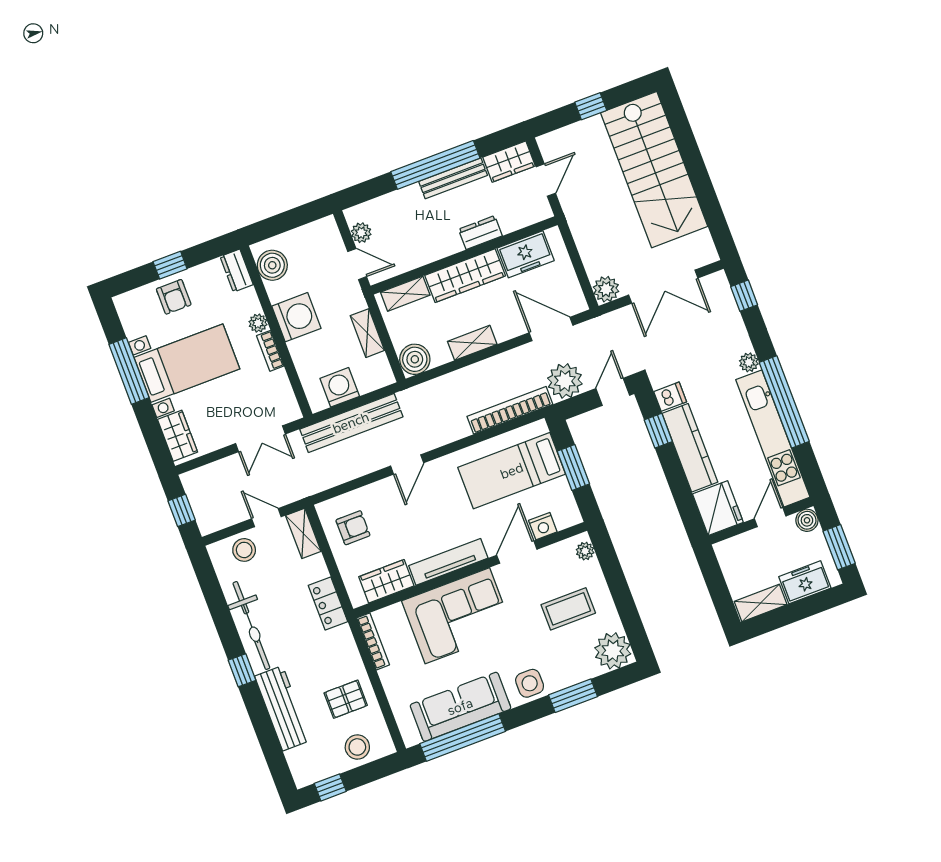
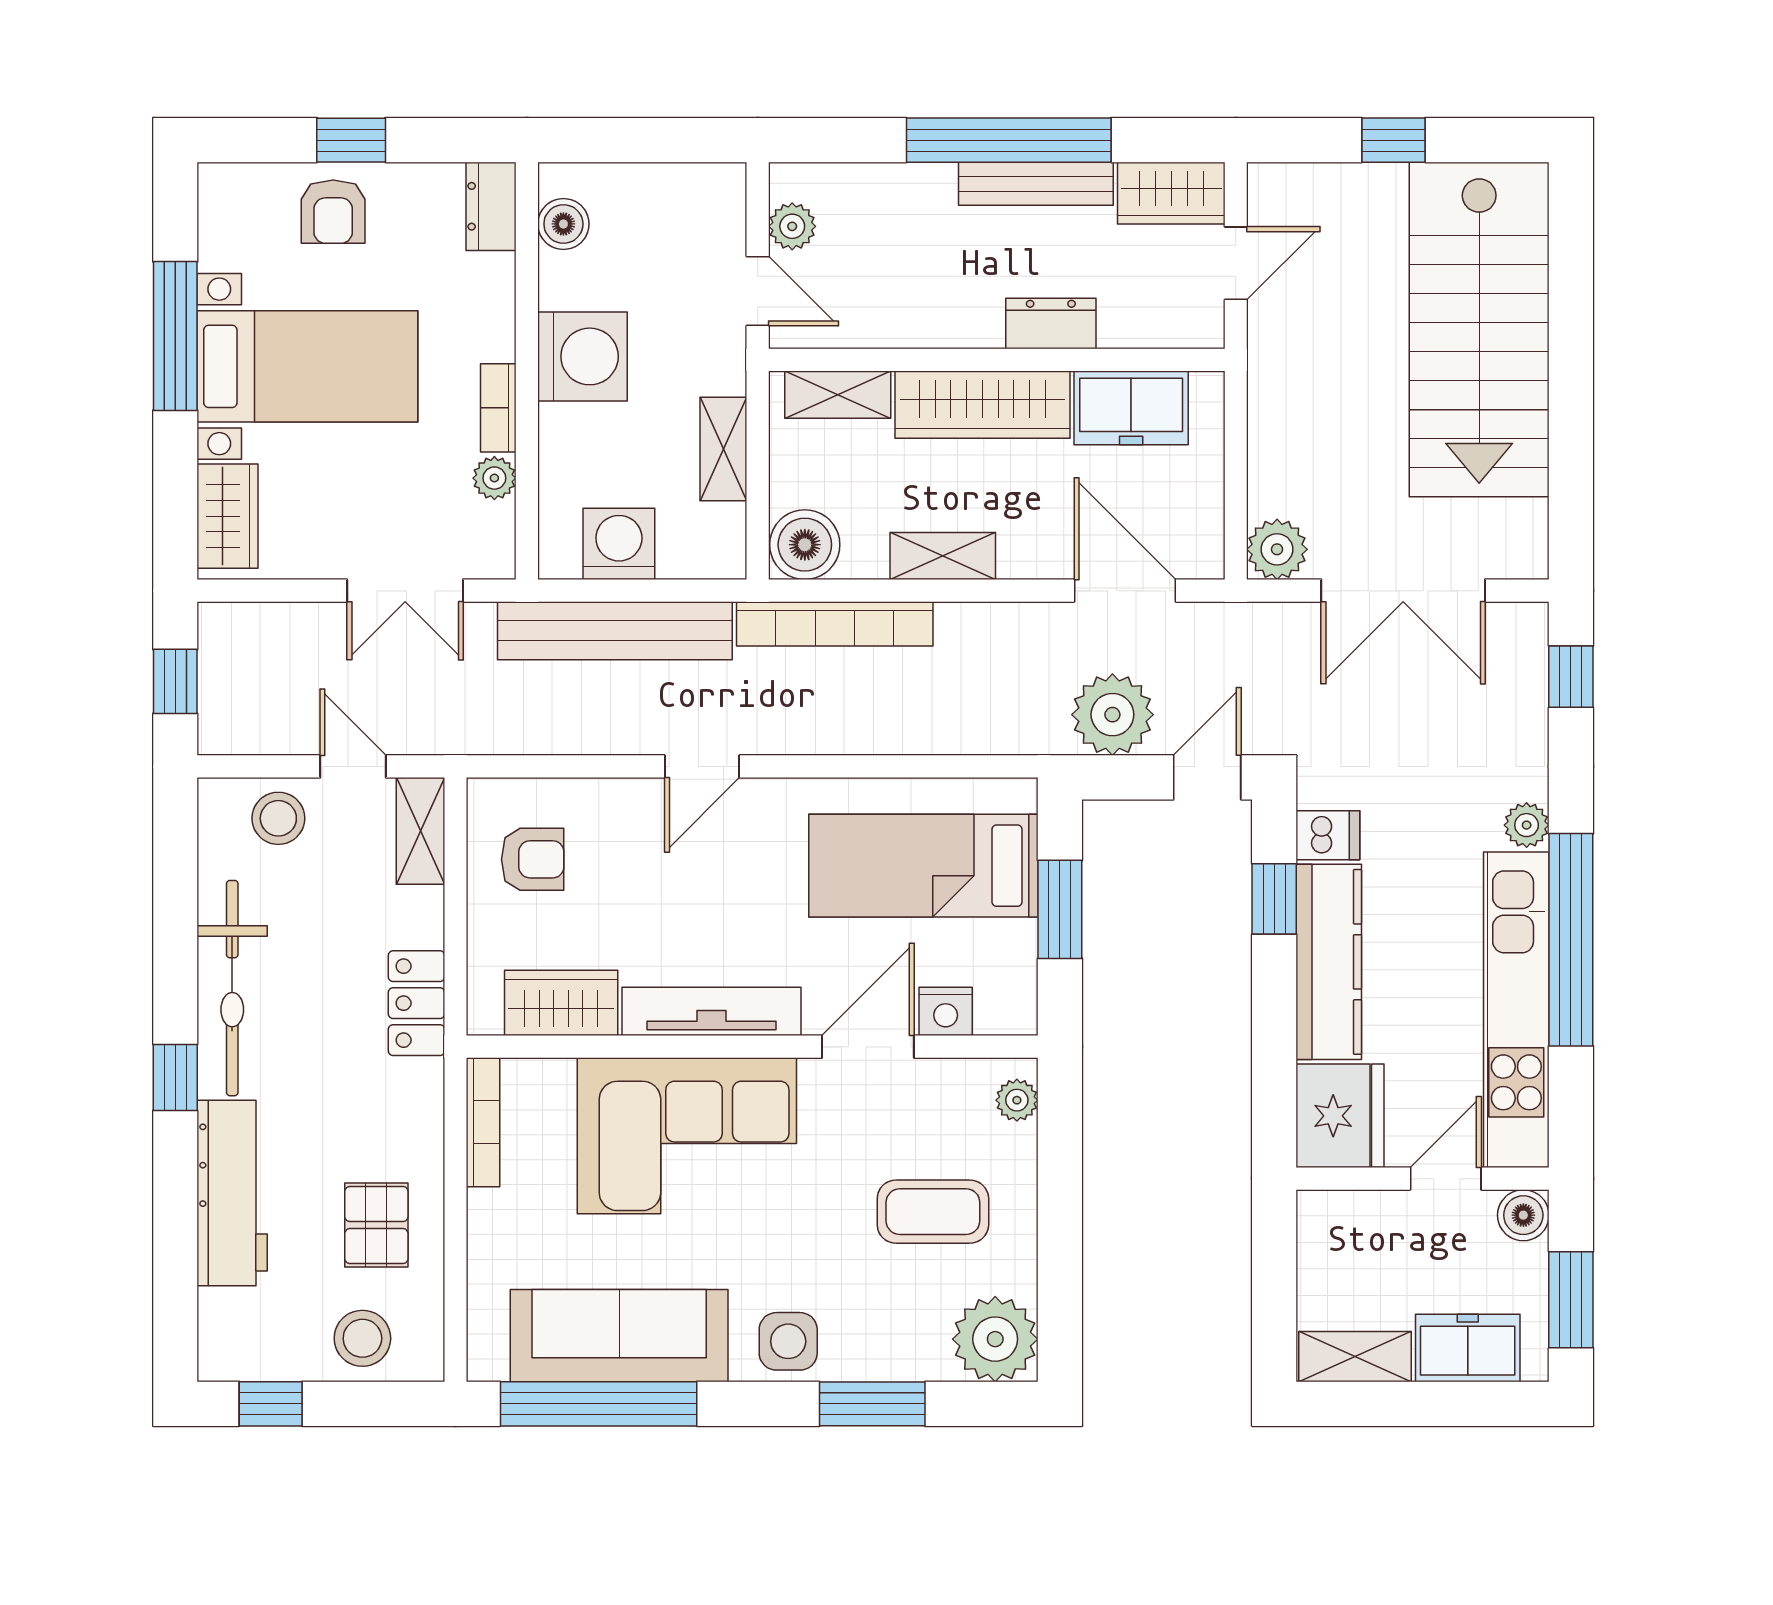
boiler: (272, 265) -> (563, 224), width x0.73, depth x0.73
plant: (258, 323) -> (494, 478), moved
bookcase: (510, 410) -> (835, 624), moved, turned 180
pallet: (346, 699) -> (376, 1225), turned 90

